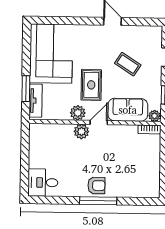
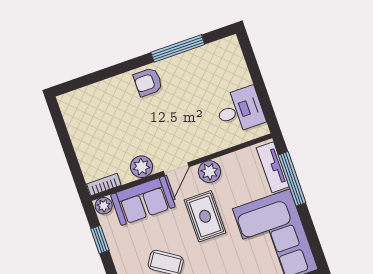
window: (26, 89) -> (292, 179), width x1.44
plant: (81, 132) -> (142, 167), moved
desk: (43, 183) -> (240, 110), moved
window: (98, 201) -> (178, 48), moved

